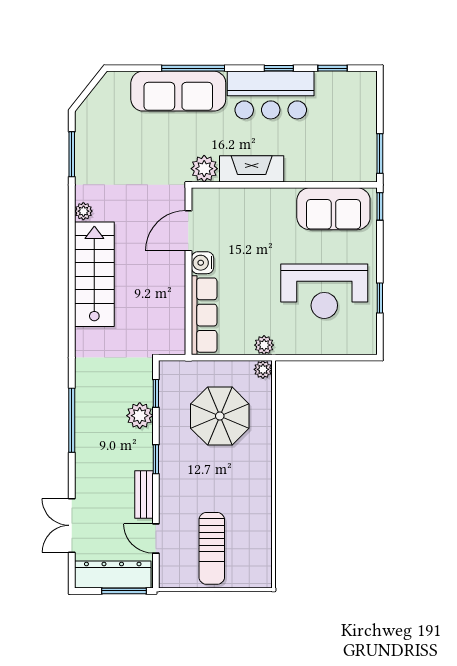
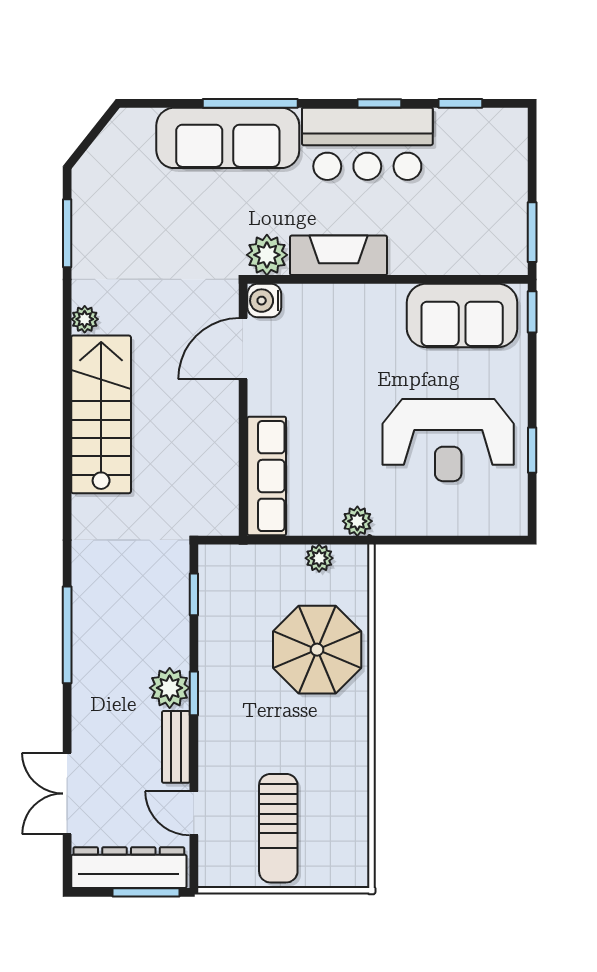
water cooler: (202, 263) -> (264, 301), moved
plant: (263, 369) -> (319, 558), moved
plant: (140, 416) -> (170, 688), moved
parasol: (220, 416) -> (317, 650), moved

